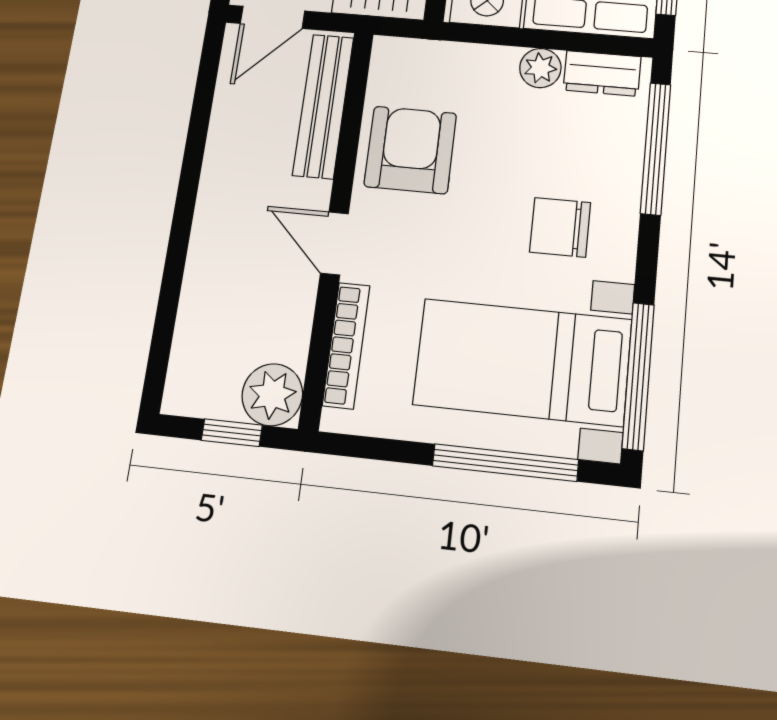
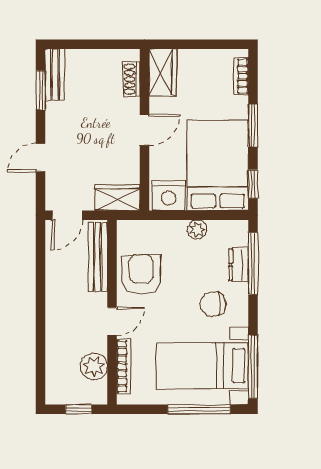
dresser: (602, 73) -> (239, 265), moved, turned 90
door: (334, 243) -> (112, 321), swing flipped
plant: (272, 395) -> (94, 366), moved

